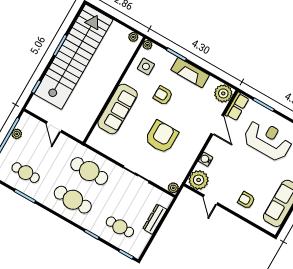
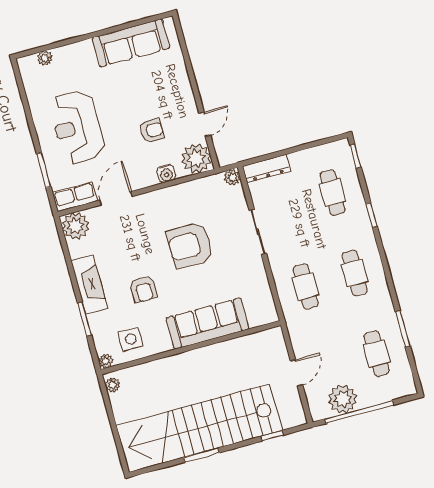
plant: (17, 134) -> (343, 399), width x1.87, depth x1.87
cafe table: (89, 171) -> (306, 286), width x0.73, depth x0.74
cafe table: (73, 200) -> (355, 273), width x0.73, depth x0.74
armchair: (246, 200) -> (152, 131), moved, turned -90
dresser: (155, 219) -> (266, 169), moved

